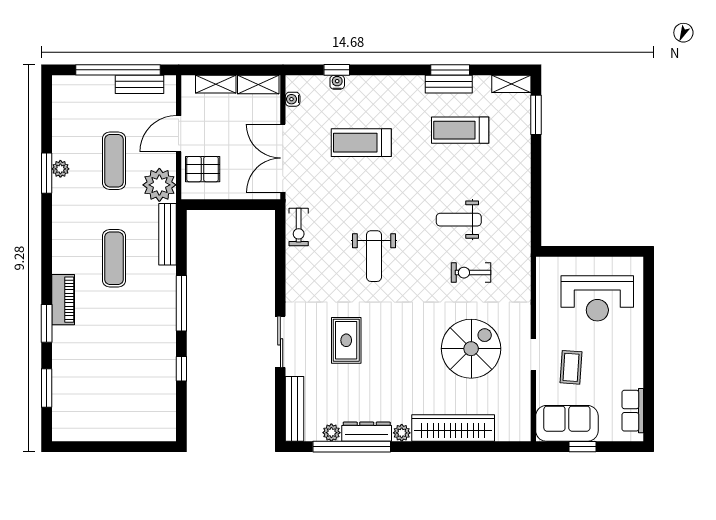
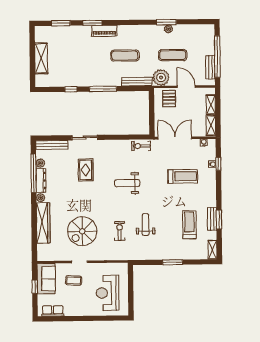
window: (536, 115) -> (173, 262), moved
treadmill: (361, 143) -> (183, 176), turned 90
rug: (346, 340) -> (86, 170), turned 90
spiral stairs: (471, 349) -> (82, 231), turned 90
shelving: (118, 429) -> (41, 58), added

